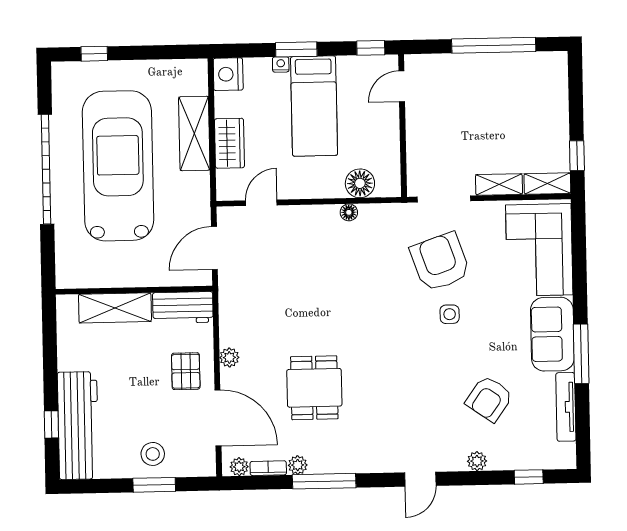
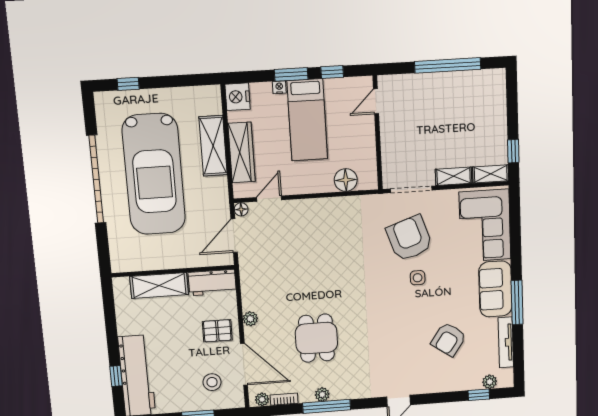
window: (371, 48) -> (332, 72), moved
wardrobe: (229, 143) -> (242, 152), width x1.50
car: (118, 166) -> (154, 174), turned 180
floor lamp: (349, 212) -> (241, 209), moved
pallet: (186, 371) -> (217, 331), turned 90
stool: (153, 454) -> (212, 382), moved
plant: (477, 461) -> (490, 382), moved
plant: (298, 465) -> (322, 395), moved

